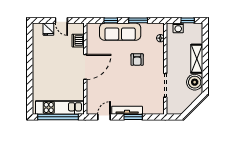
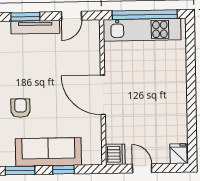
fridge: (48, 29) -> (178, 154), moved
dishwasher: (78, 41) -> (115, 154), moved
door: (85, 67) -> (103, 95), hinge flipped

